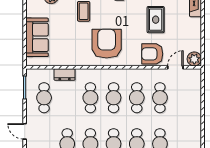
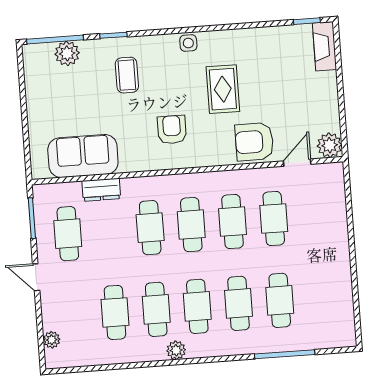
rug: (156, 20) -> (223, 89), moved
sofa: (37, 37) -> (83, 156), moved, turned -90
armchair: (107, 44) -> (172, 130), width x0.53, depth x0.53
door: (25, 131) -> (36, 277), moved

